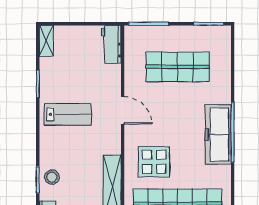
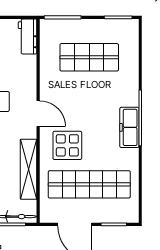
door: (123, 110) -> (38, 114), moved
freezer: (218, 134) -> (129, 127), width x0.73, depth x0.79

